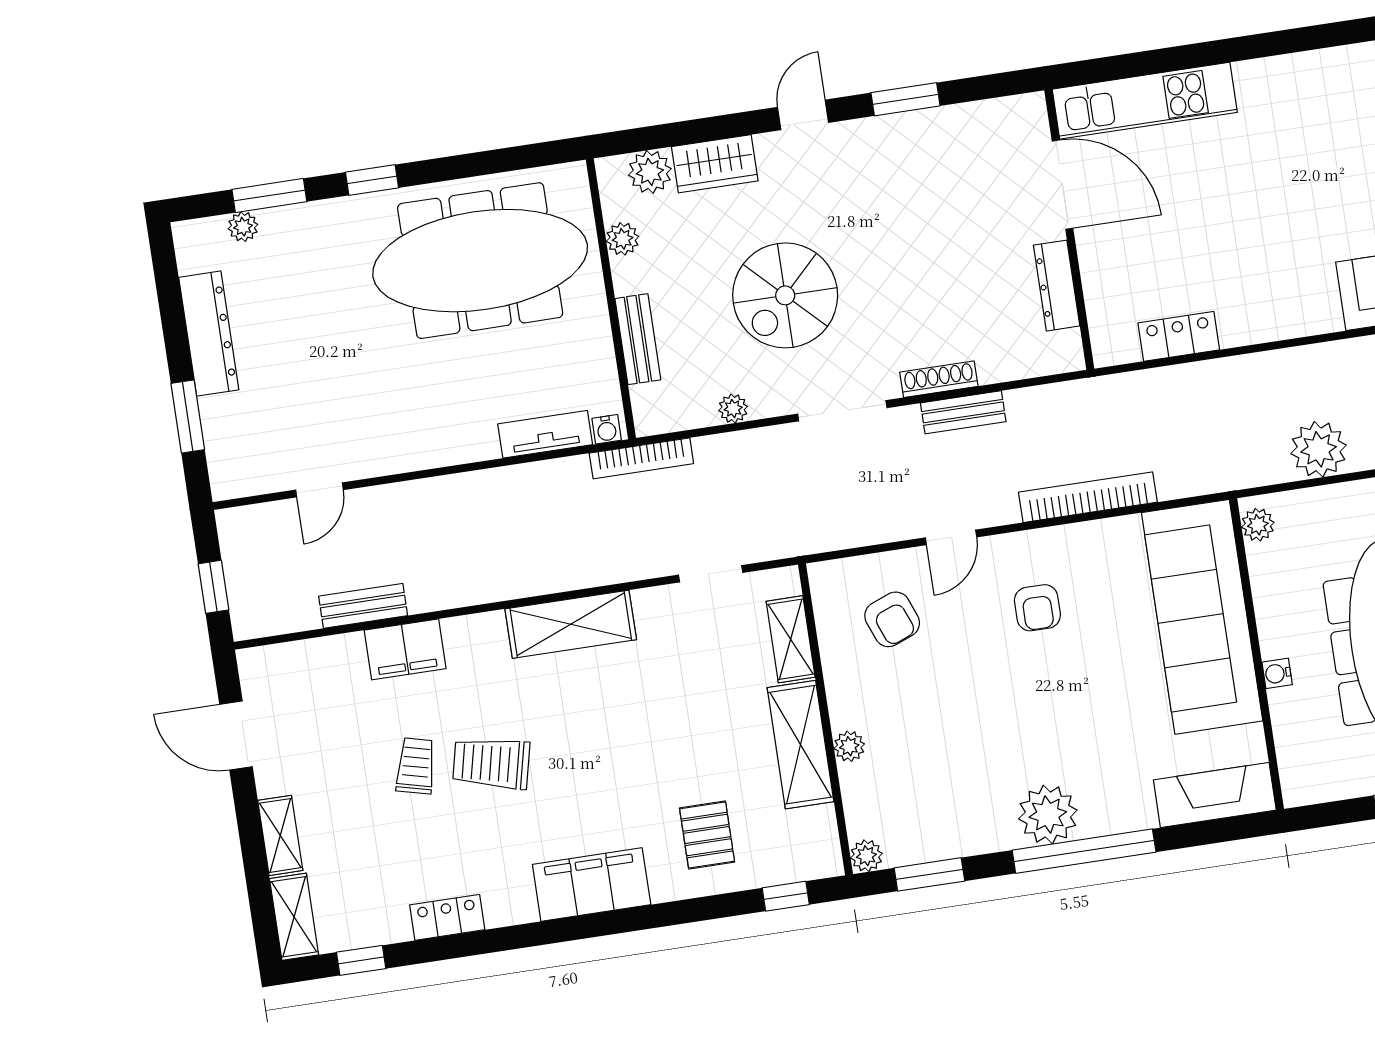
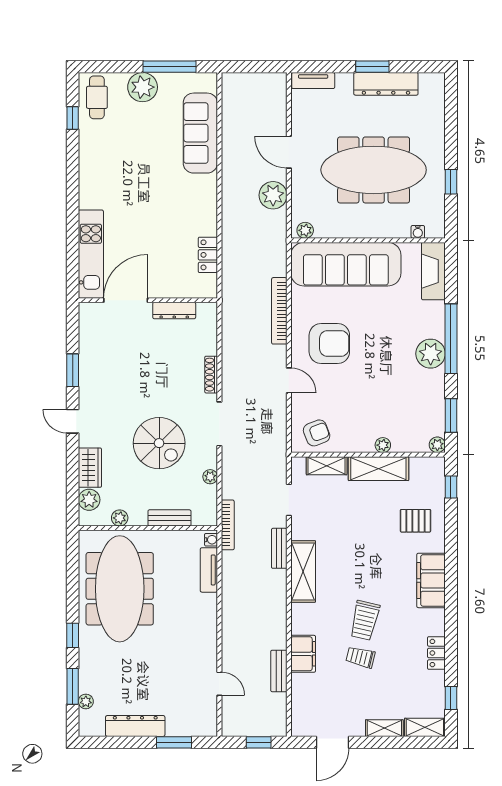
bench: (963, 412) -> (279, 548), moved
armchair: (1037, 608) -> (329, 343), width x1.88, depth x1.88
armchair: (892, 619) -> (317, 433), moved
water cooler: (1277, 673) -> (418, 232), moved

